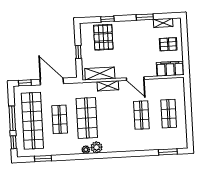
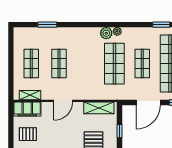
door: (135, 79) -> (63, 101), swing flipped
door: (52, 81) -> (148, 102), hinge flipped
shelving: (108, 86) -> (30, 95), moved
window: (168, 152) -> (47, 25), moved

